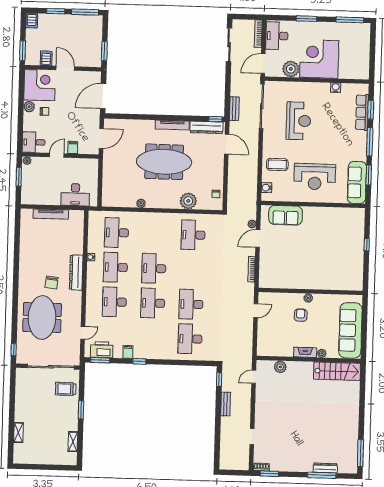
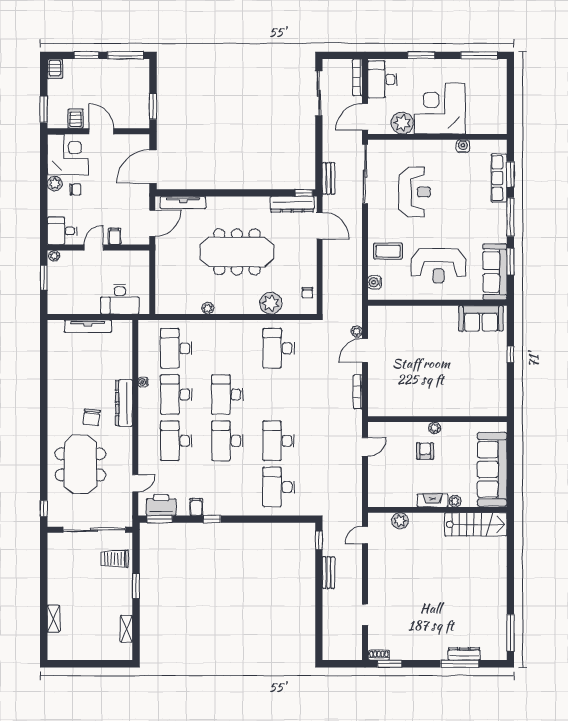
tv unit: (172, 125) -> (183, 203), moved
sofa: (286, 215) -> (481, 318), moved

